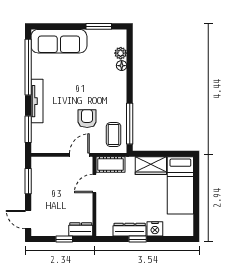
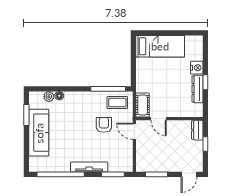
sofa: (59, 41) -> (39, 133), moved
armchair: (87, 119) -> (104, 125), turned 90
wardrobe: (151, 166) -> (144, 71), removed

